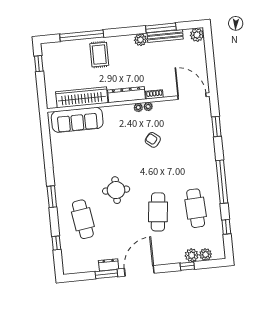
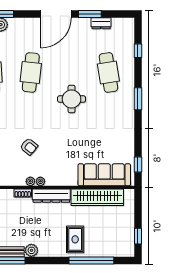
window: (46, 133) -> (138, 165), added
dresser: (109, 265) -> (101, 23), moved

